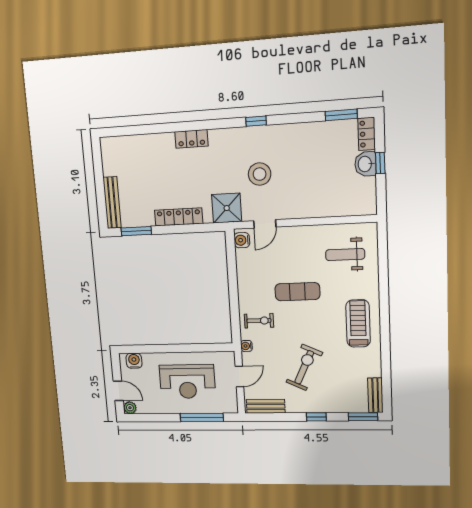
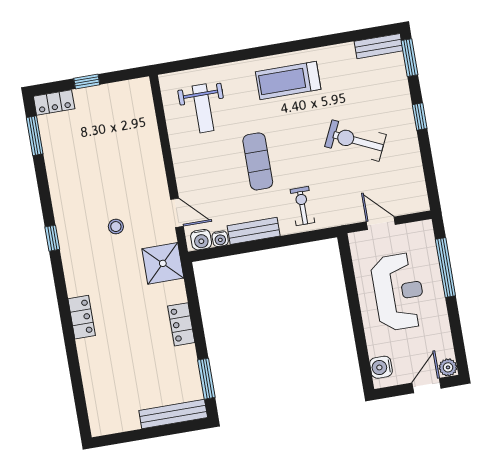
washbasin: (365, 164) -> (90, 99), removed
stool: (260, 174) -> (116, 227), width x0.53, depth x0.53
locker: (179, 217) -> (181, 324), width x0.66
water cooler: (246, 346) -> (220, 239), moved
bench: (266, 406) -> (254, 231), moved, turned 90

